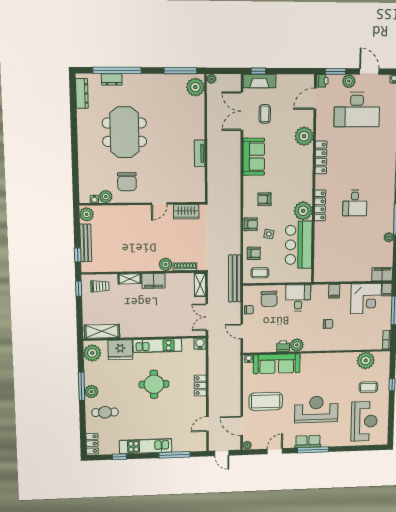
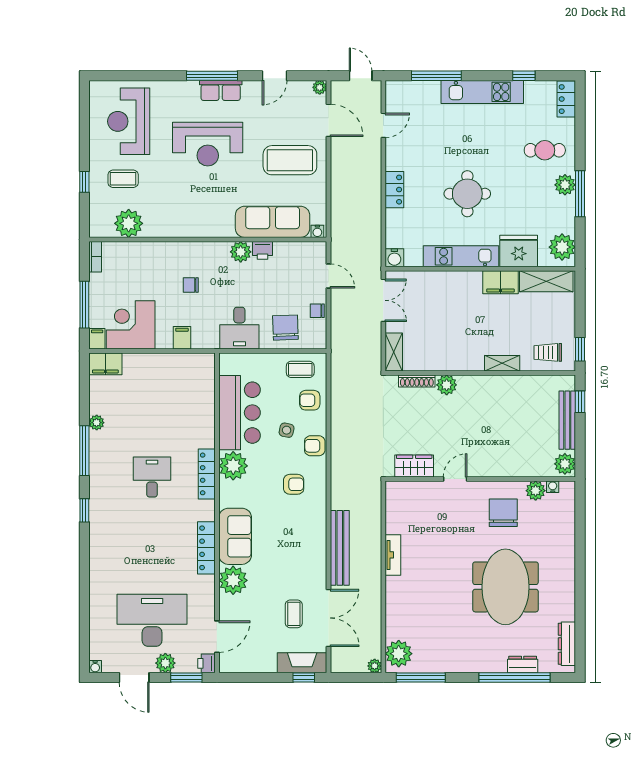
sofa: (254, 157) -> (235, 536), moved, turned 180
bench: (235, 278) -> (340, 548), moved
filing cabinet: (153, 281) -> (500, 282), moved, turned 180

